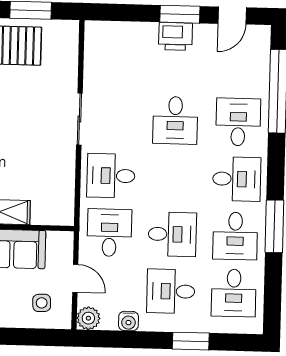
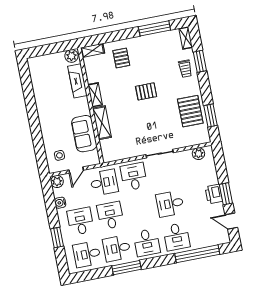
plant: (95, 48) -> (198, 154), added
desk: (238, 122) -> (177, 237), turned 90
desk: (172, 234) -> (110, 215), turned 180

